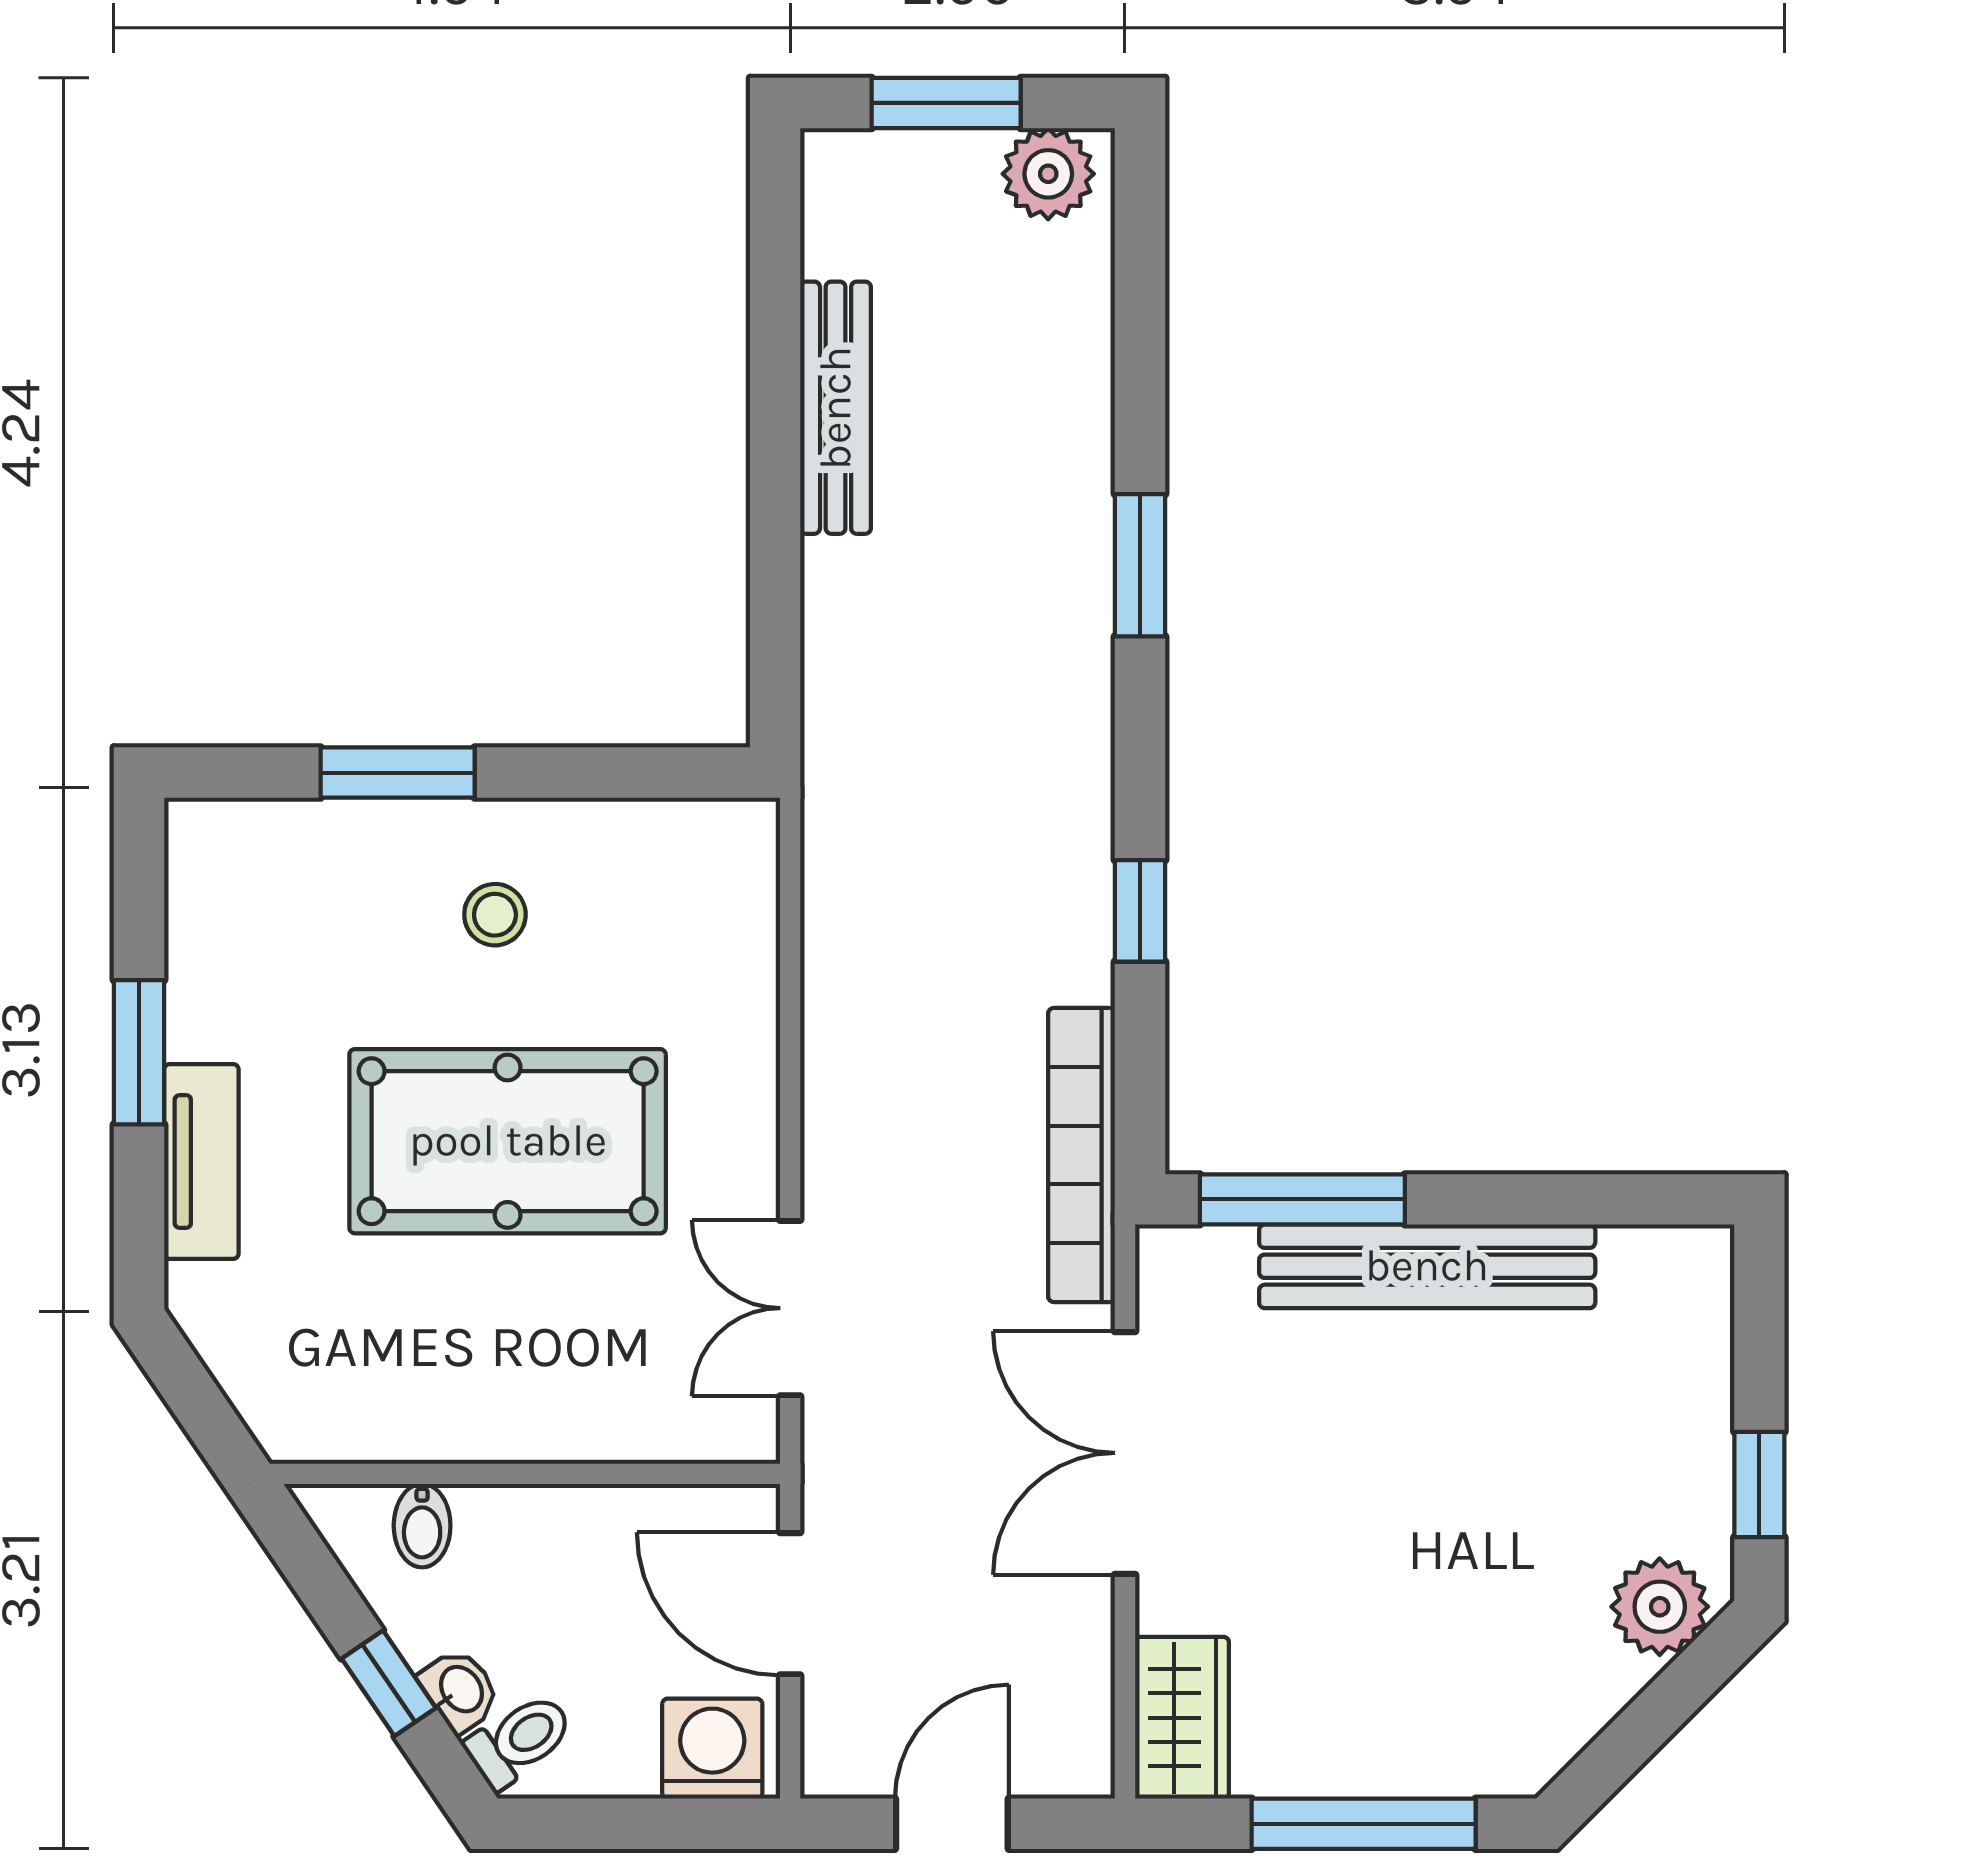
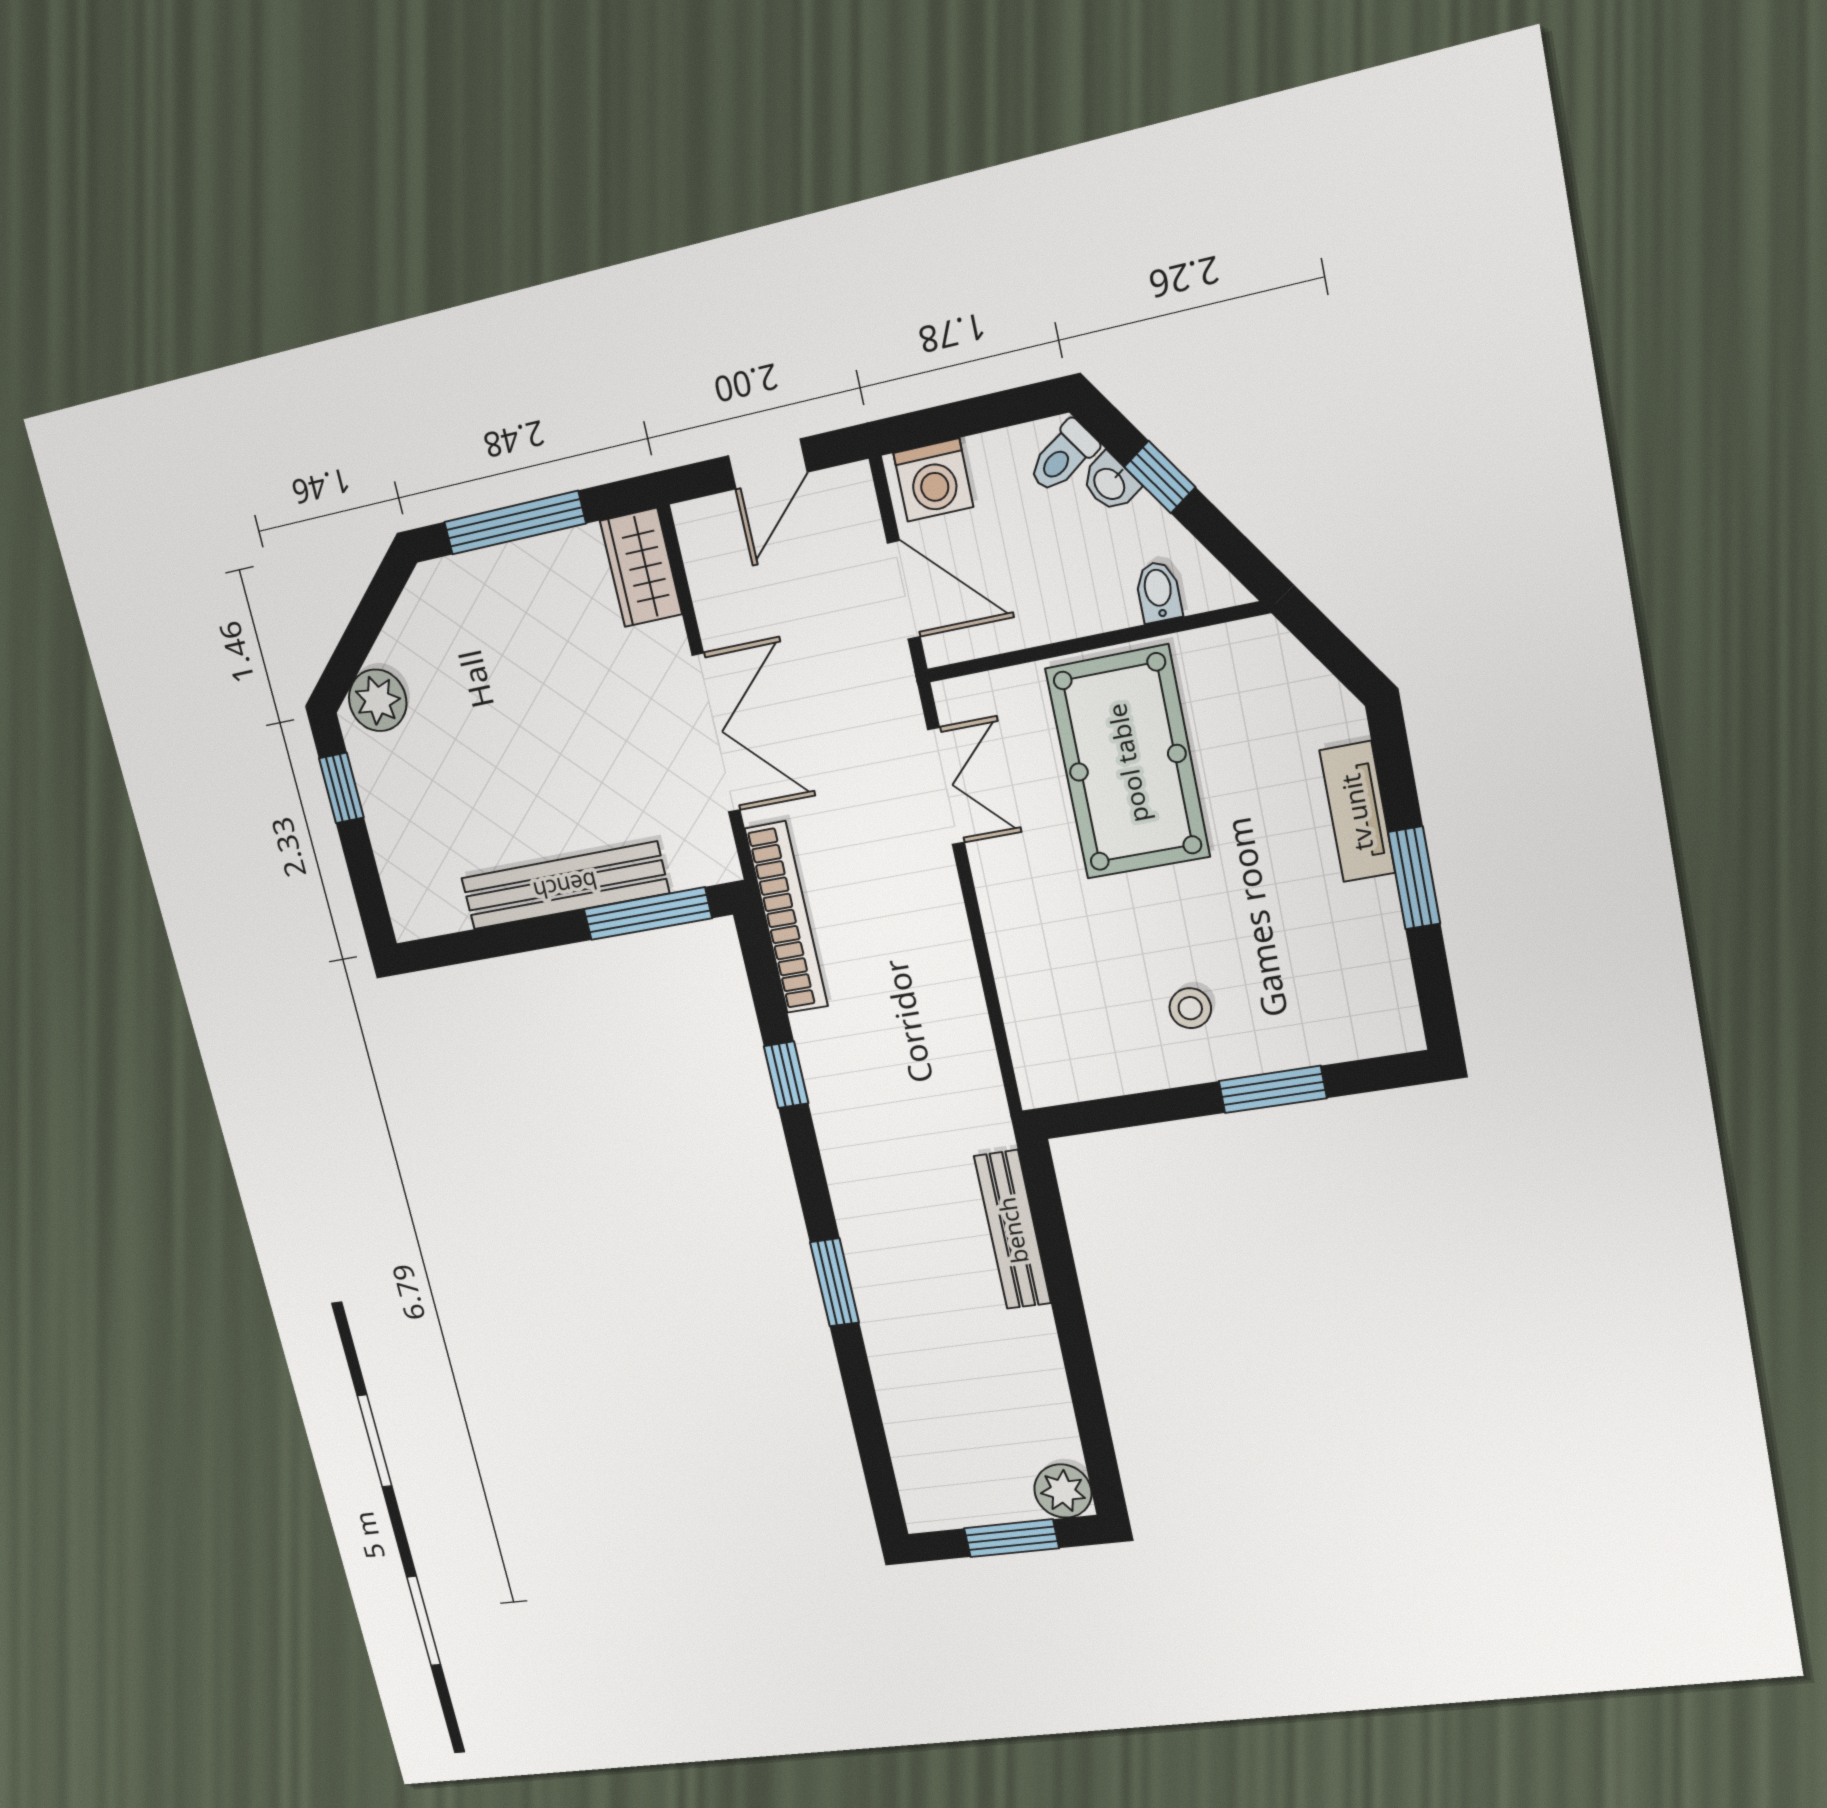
plant: (1048, 174) -> (1063, 1491), moved
bench: (836, 408) -> (1013, 1230), moved
pool table: (508, 1141) -> (1128, 763), moved, turned 90

